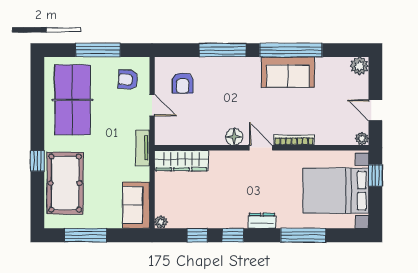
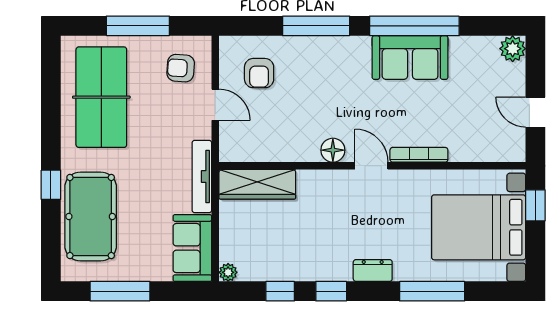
plant: (362, 139) -> (516, 153), removed
tv unit: (143, 148) -> (202, 177), width x1.41

